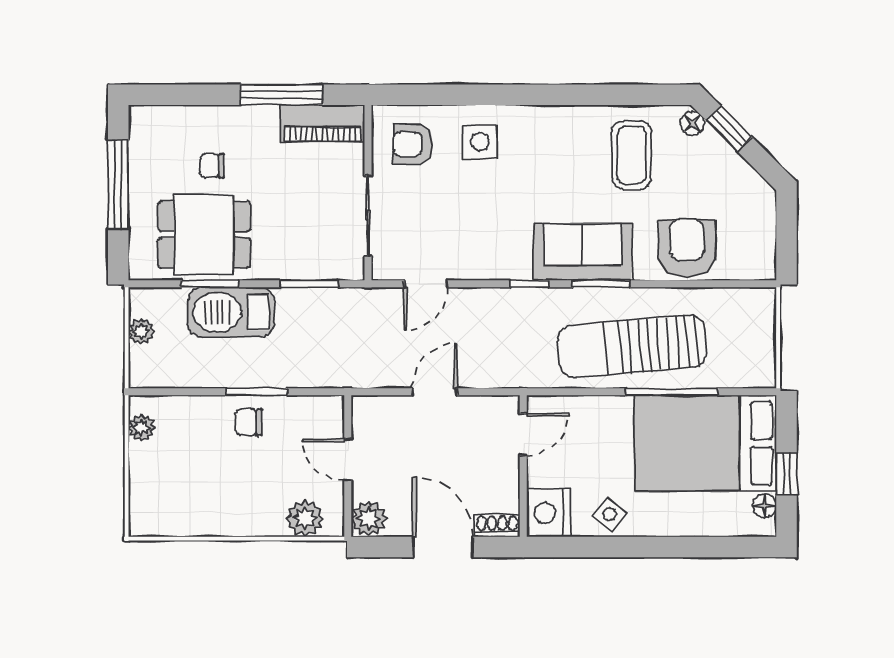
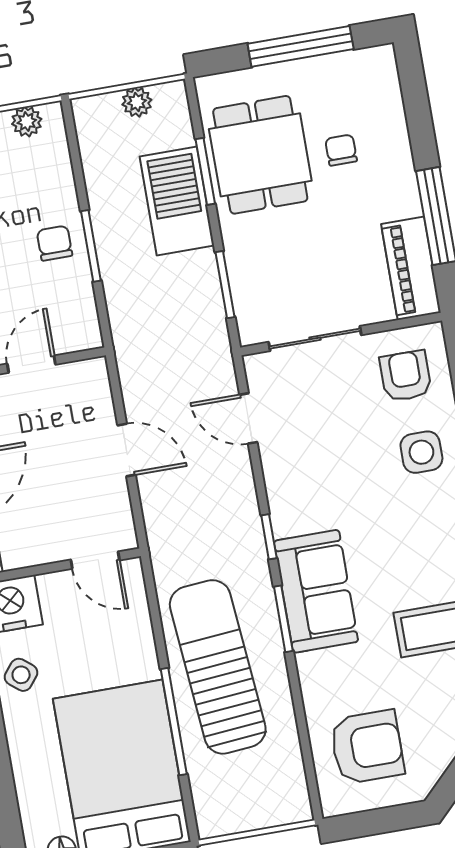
armchair: (687, 248) -> (367, 747), moved

